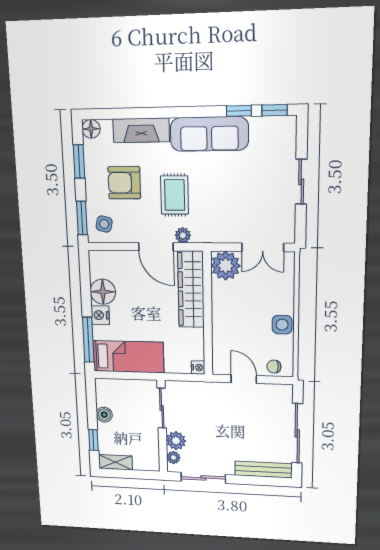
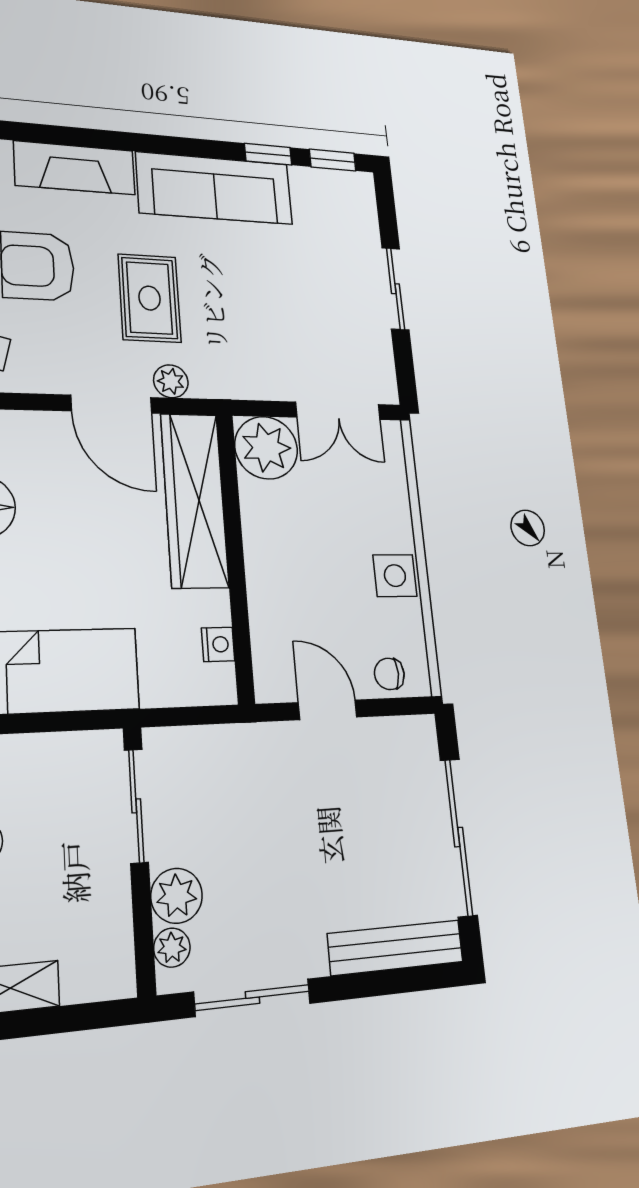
nightstand: (198, 368) -> (218, 644), moved

